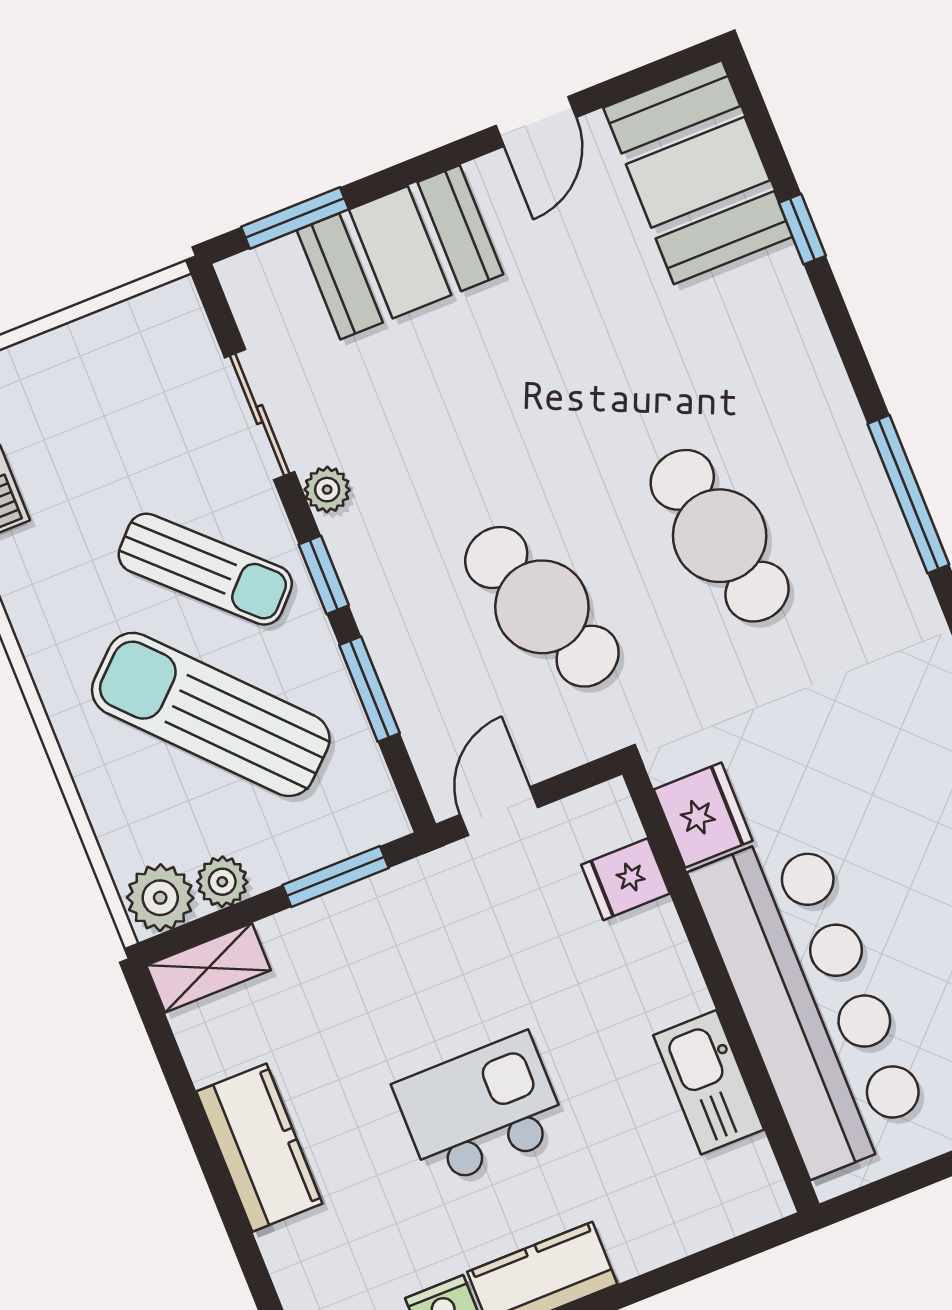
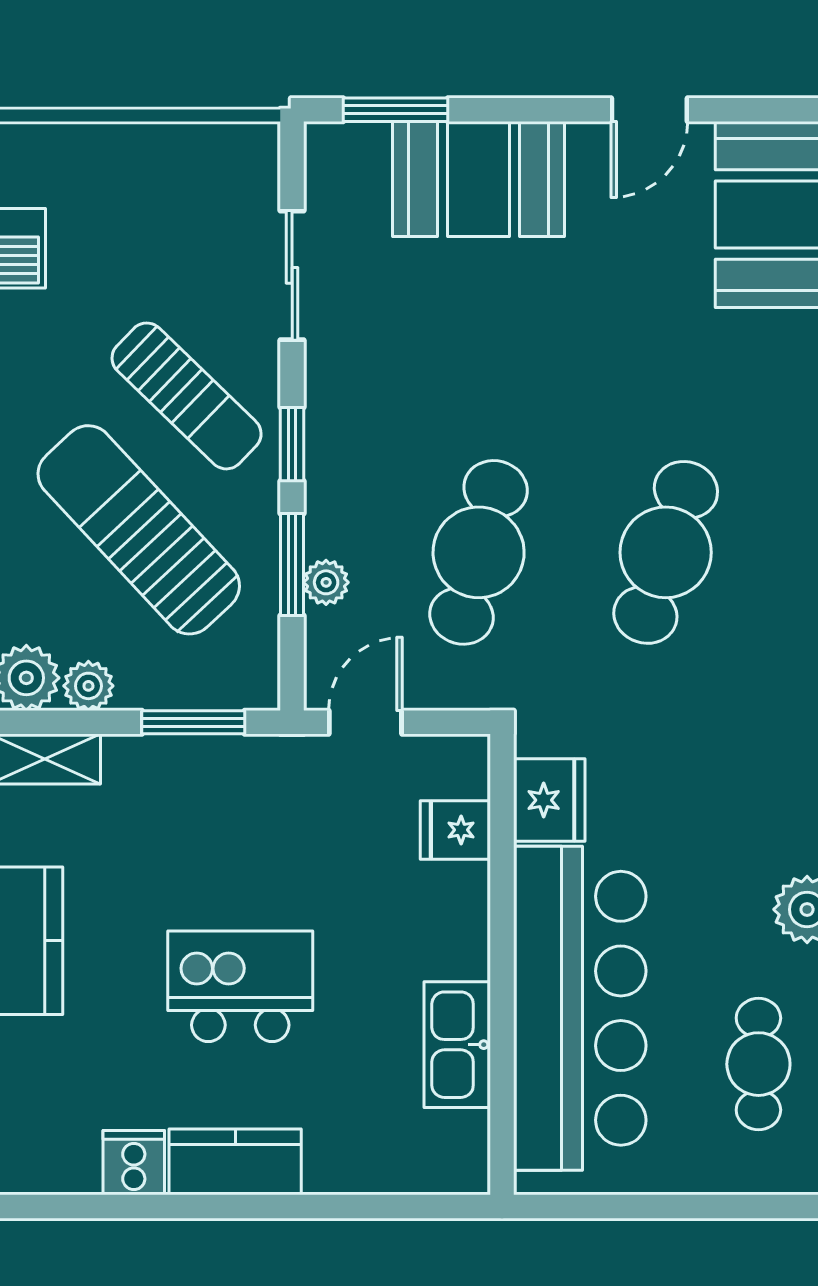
plant: (327, 490) -> (326, 582), moved
cafe table: (720, 536) -> (666, 552), turned 30
cafe table: (542, 607) -> (479, 552), turned 36

